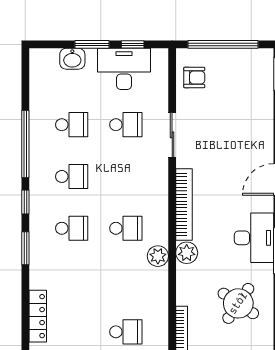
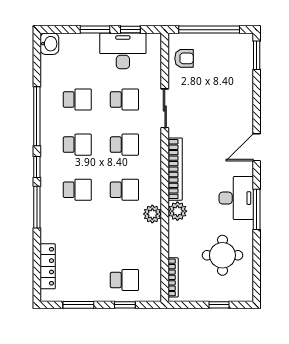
washbasin: (72, 59) -> (49, 44), moved, turned -90
school desk: (126, 176) -> (124, 145), added
window: (25, 248) -> (37, 207), width x1.44
round table: (238, 303) -> (222, 255), turned -34

